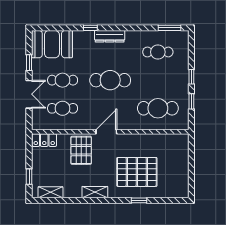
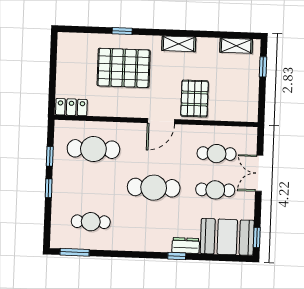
dresser: (110, 36) -> (186, 245), moved, width x0.70
window: (29, 63) -> (257, 237), moved
locker: (44, 140) -> (71, 107), moved

